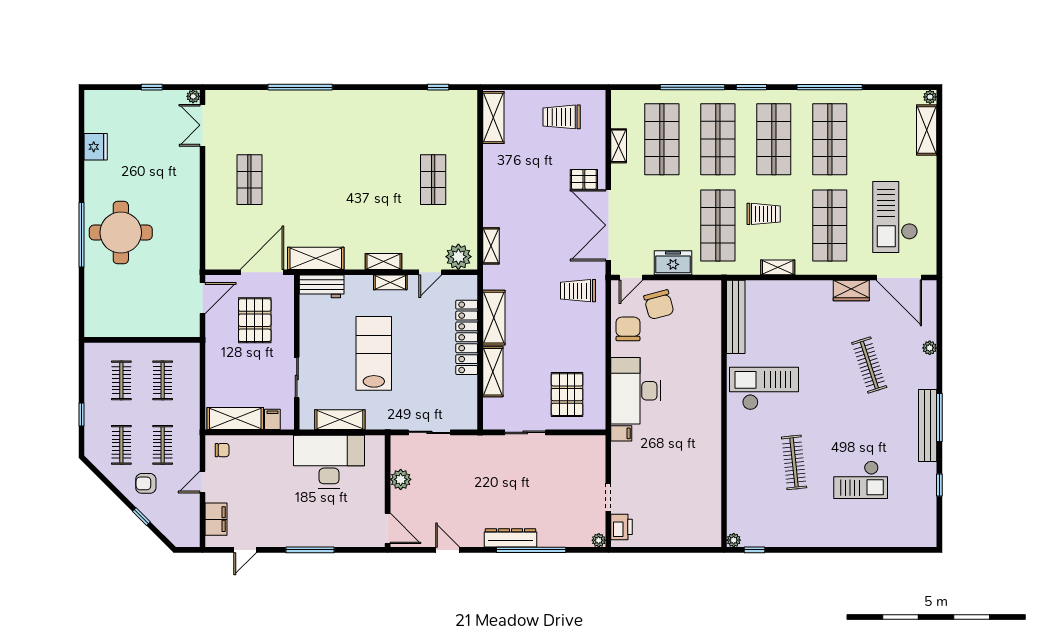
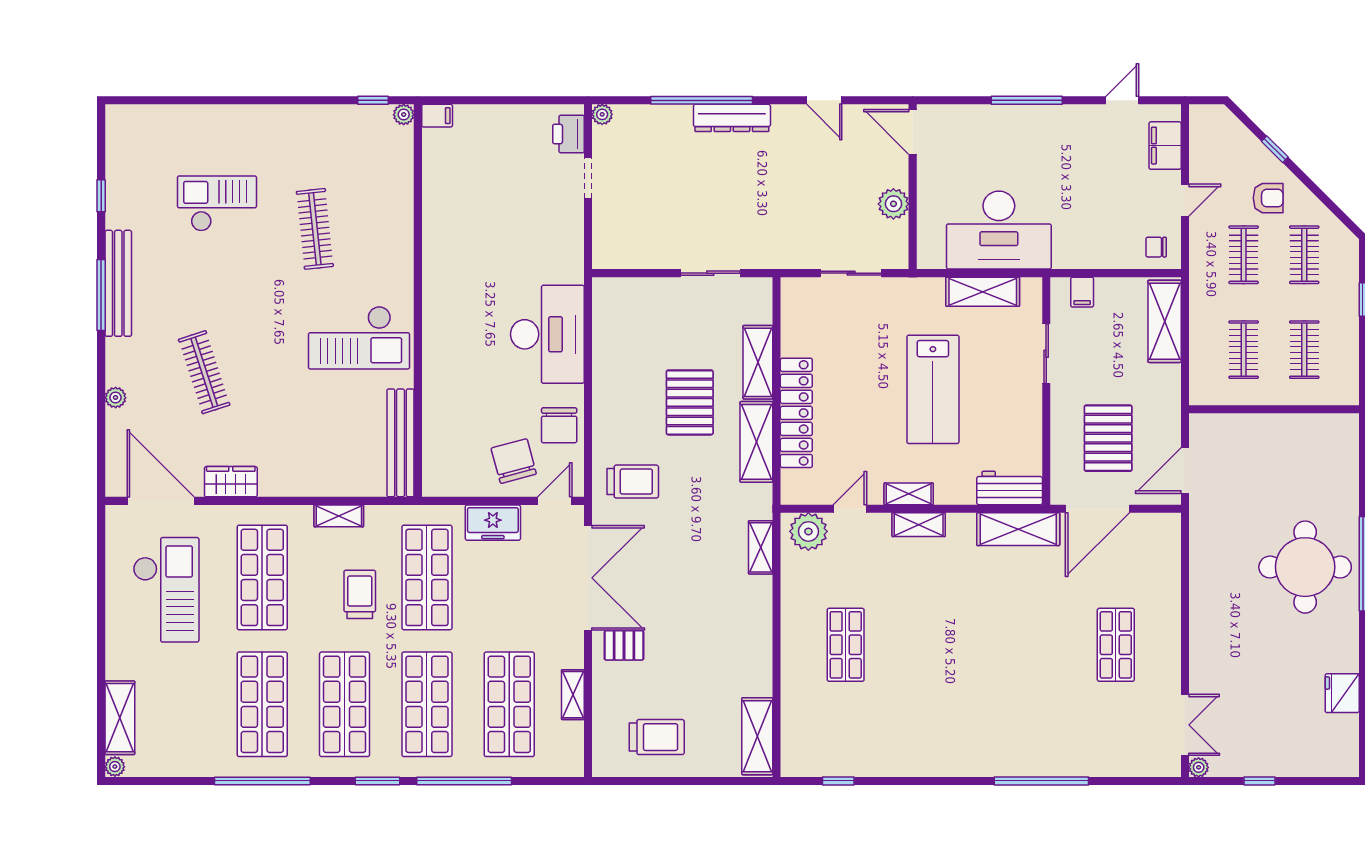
trolley: (764, 214) -> (360, 594), turned 90
pallet: (567, 395) -> (690, 402), moved
shelving: (235, 419) -> (1165, 321), moved, turned 90
filing cabinet: (621, 433) -> (437, 116), moved, turned 180

